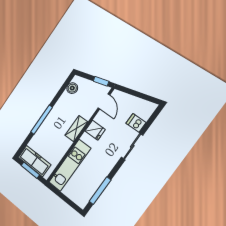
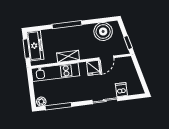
boiler: (72, 88) -> (103, 31), width x1.86, depth x1.86
door: (104, 101) -> (106, 58), moved
shelving: (76, 129) -> (68, 56), moved
plant: (83, 201) -> (41, 102), added

